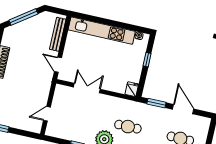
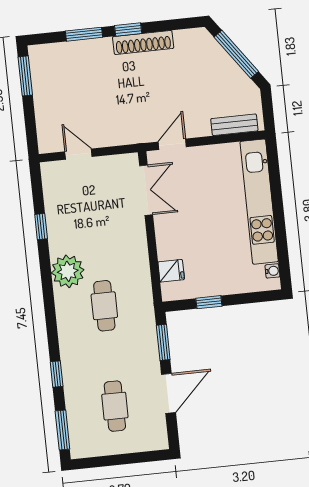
bench: (58, 34) -> (234, 125), width x0.73
window: (147, 60) -> (209, 302), moved
double door: (87, 88) -> (146, 190), moved
fridge: (132, 89) -> (171, 271), moved

